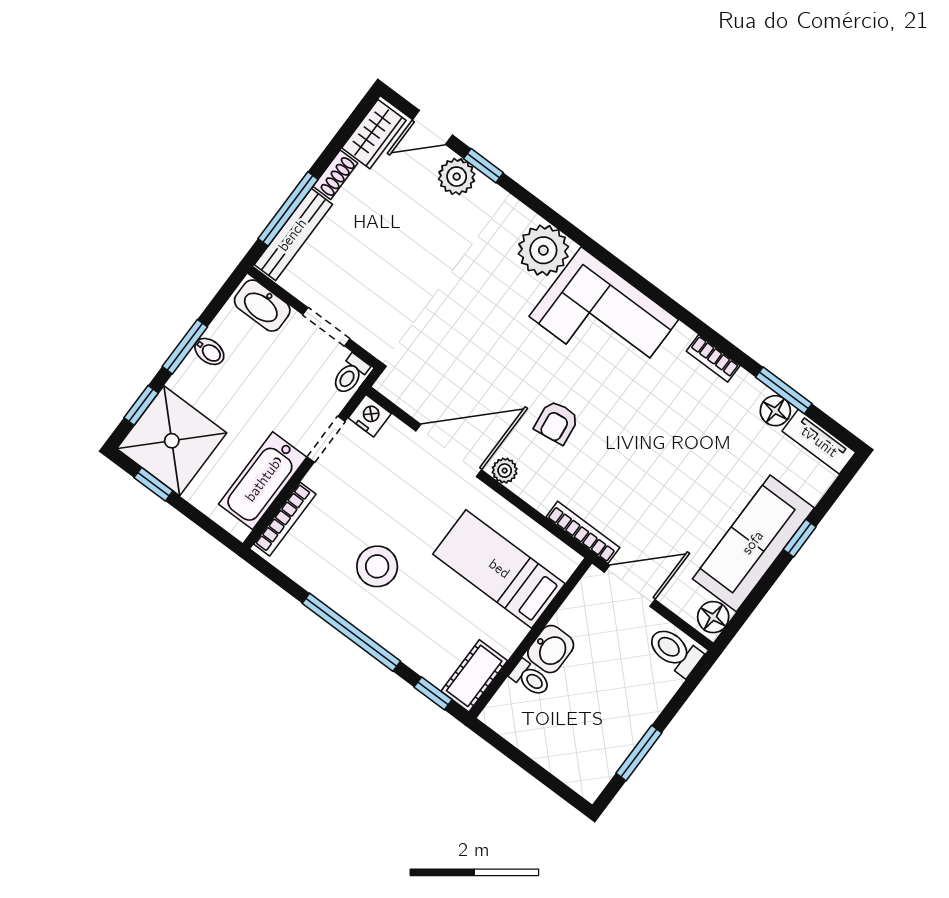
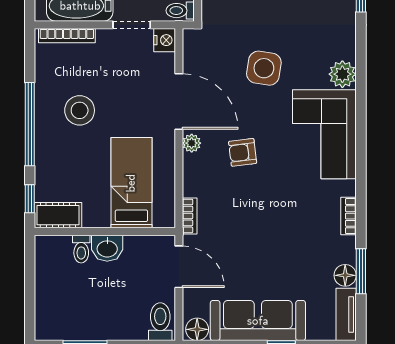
plant: (543, 250) -> (342, 74), width x0.73, depth x0.73
side table: (482, 330) -> (264, 68), added
bookcase: (583, 532) -> (190, 216), width x0.64

